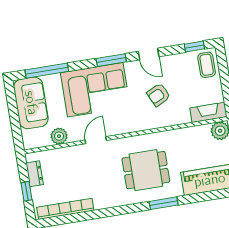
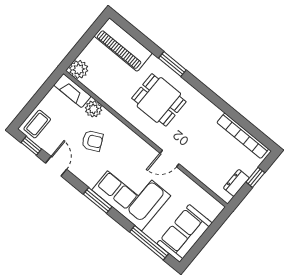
door: (149, 54) -> (56, 166), moved
plant: (59, 136) -> (93, 109), moved

